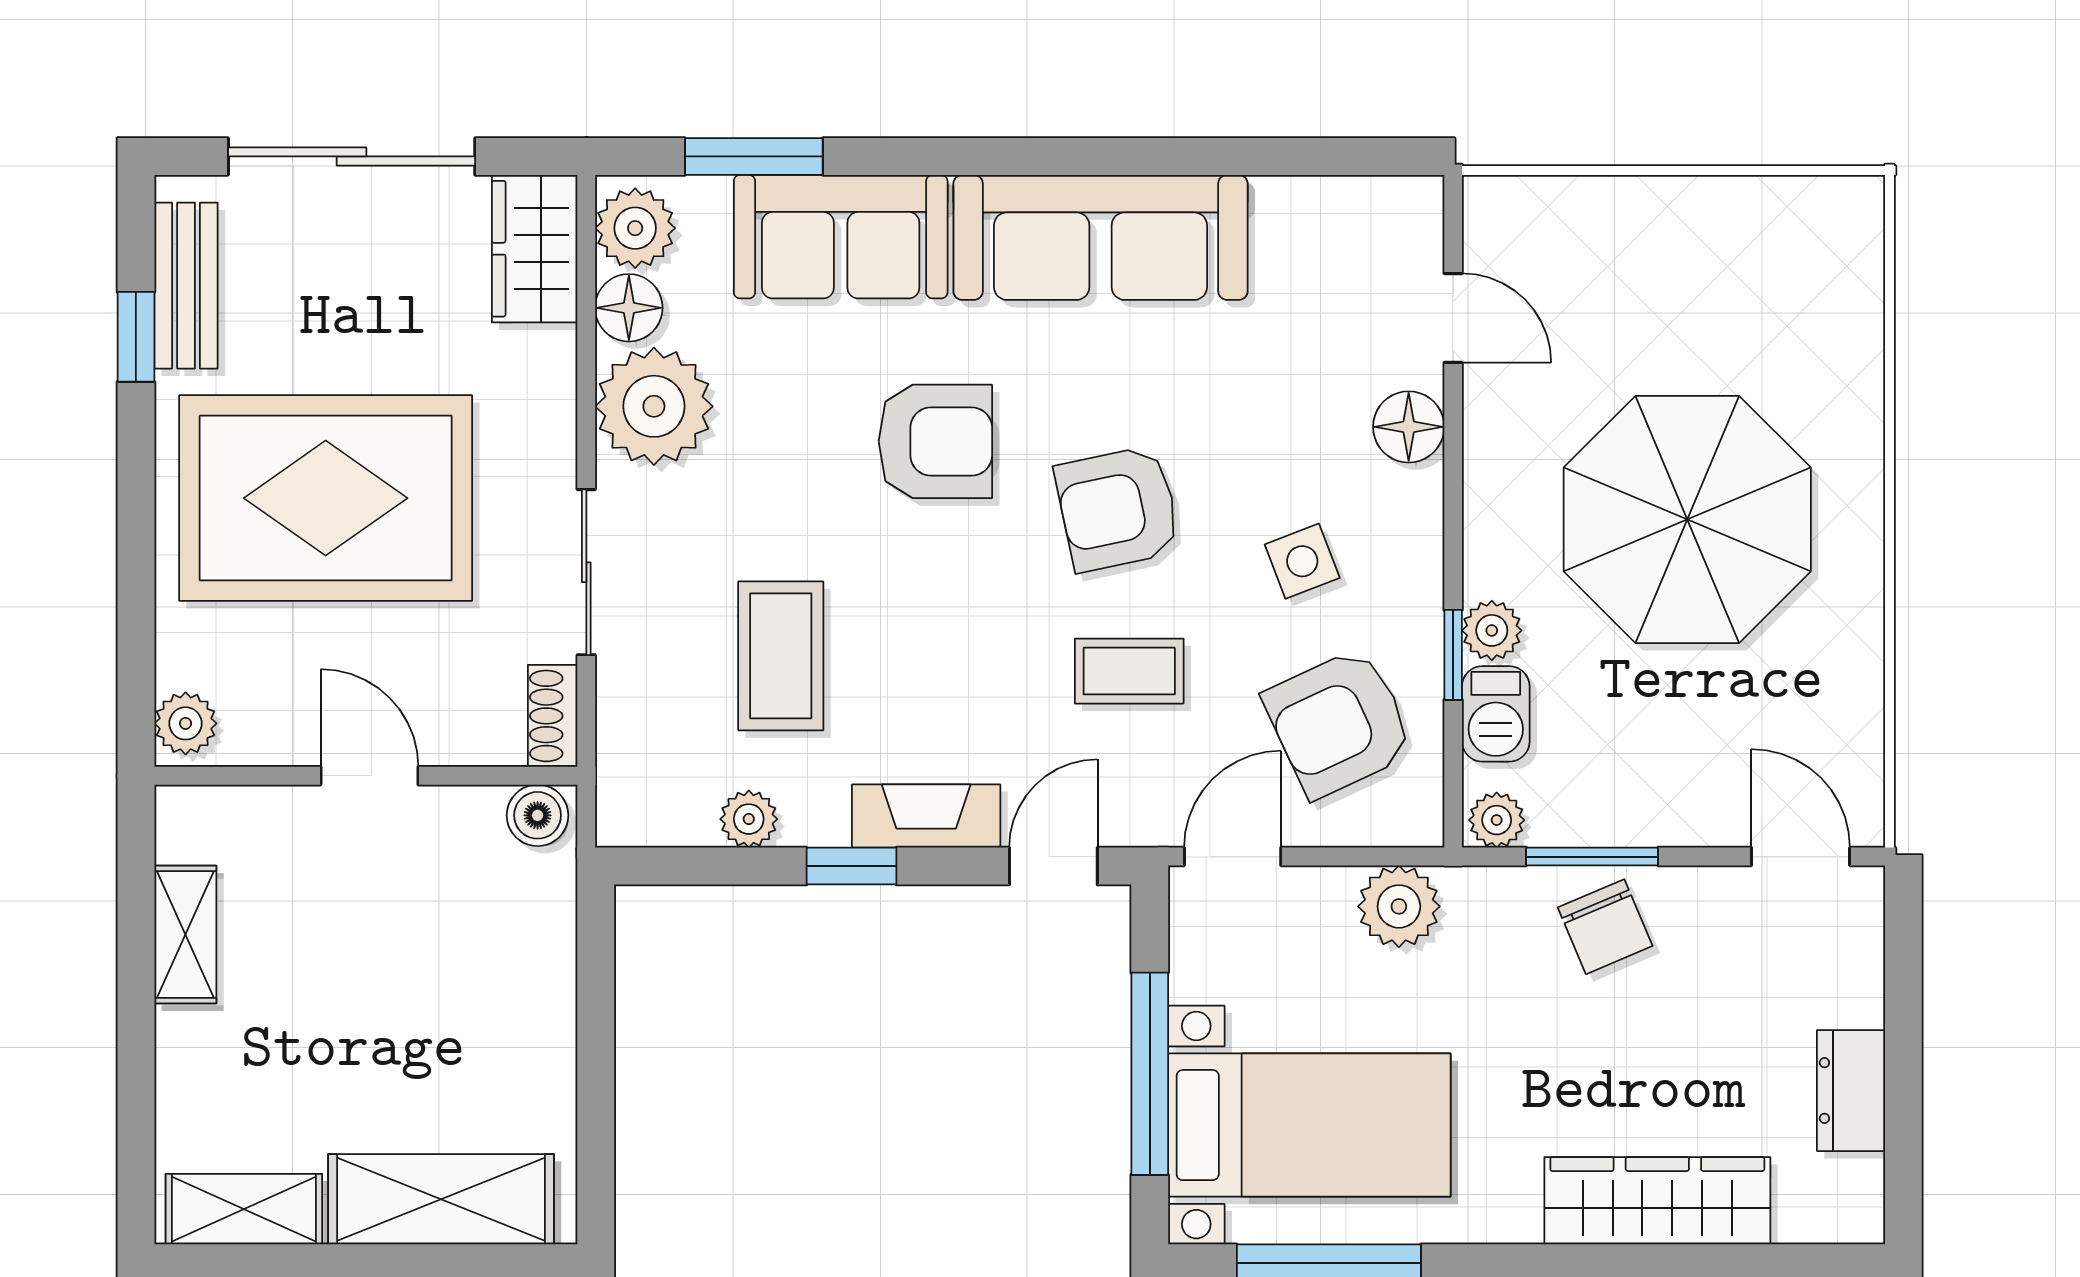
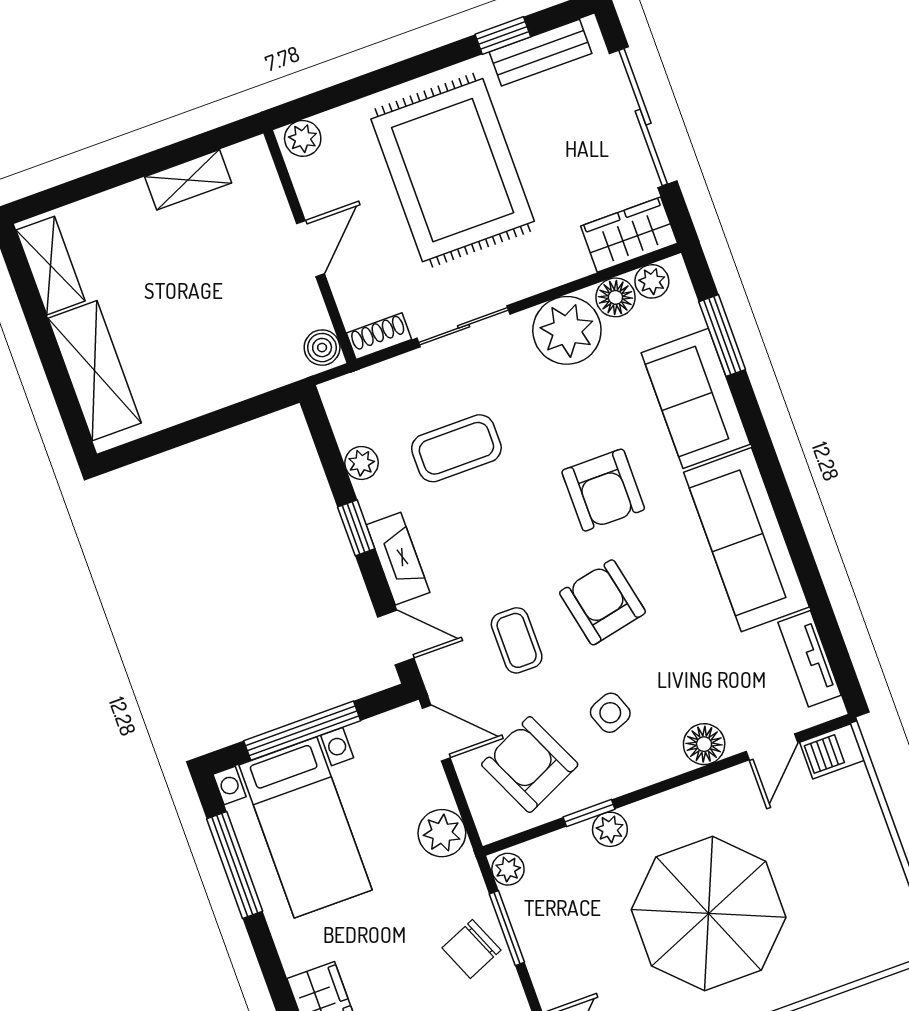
tv unit: (1332, 205) -> (810, 659), added
plant: (635, 228) -> (652, 281), width x0.73, depth x0.73
barbecue: (1496, 714) -> (832, 751), moved

